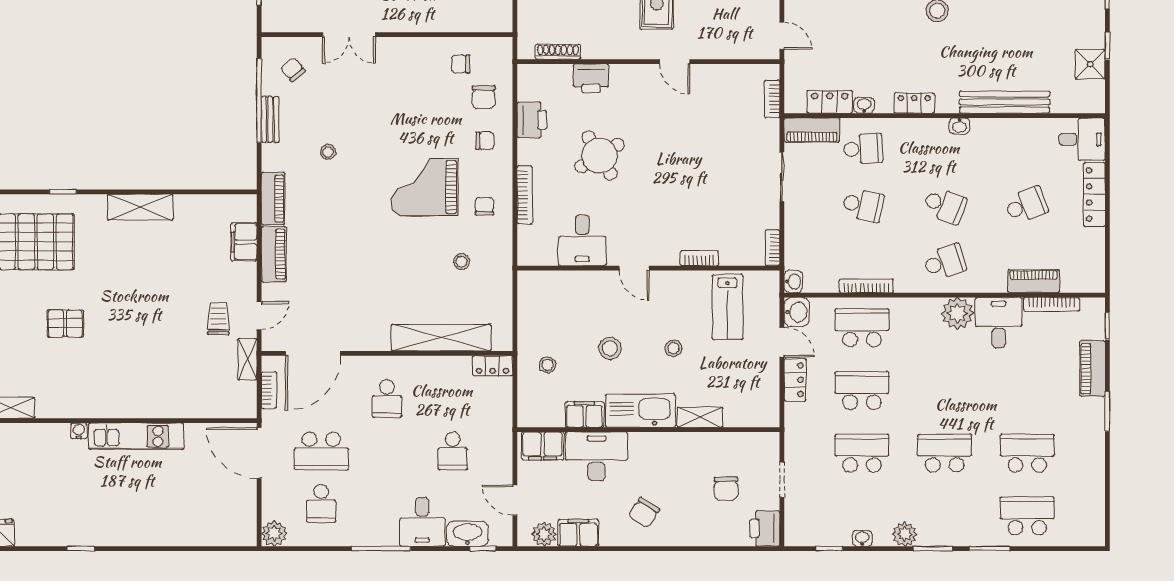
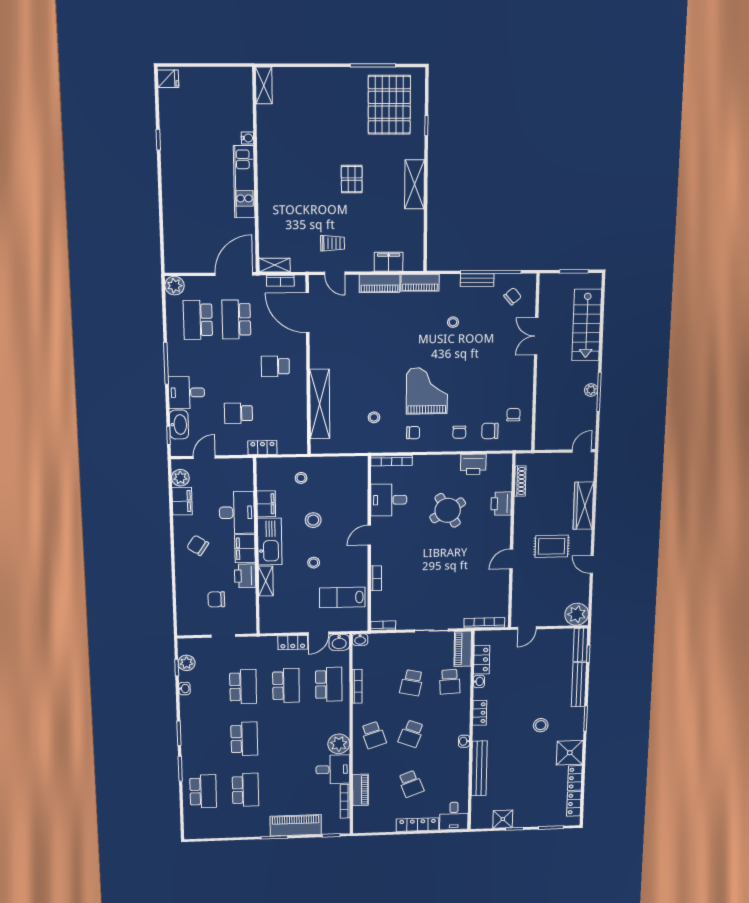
bookcase: (772, 99) -> (484, 623), width x1.56
bookcase: (525, 195) -> (392, 461), moved
pallet: (65, 324) -> (352, 179), moved
shelving: (247, 359) -> (275, 265), moved
locker: (493, 366) -> (262, 448), moved, turned 90
piano: (1093, 369) -> (296, 825), width x1.37, depth x1.33
filing cabinet: (543, 446) -> (245, 549), moved
school desk: (321, 503) -> (198, 320), width x1.85
printer: (765, 528) -> (245, 576), moved, turned -90
plant: (905, 534) -> (187, 663), moved

